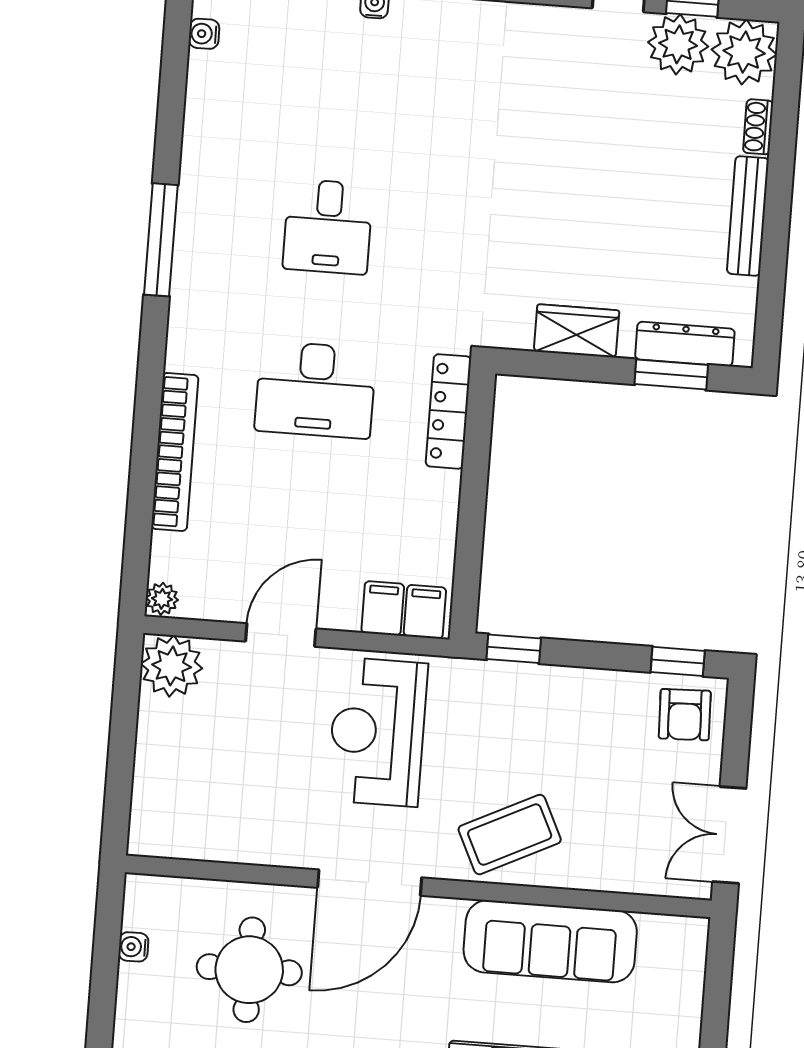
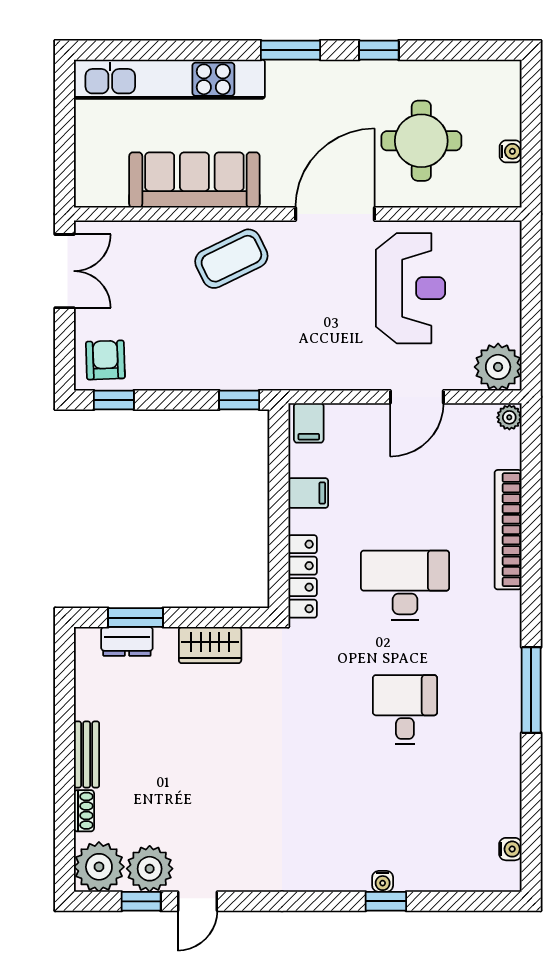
bench: (748, 216) -> (87, 755), width x0.73
dresser: (685, 344) -> (127, 641), width x0.70
filing cabinet: (383, 608) -> (308, 493), moved, turned -90
reception desk: (377, 732) -> (410, 288), moved

